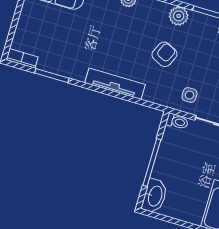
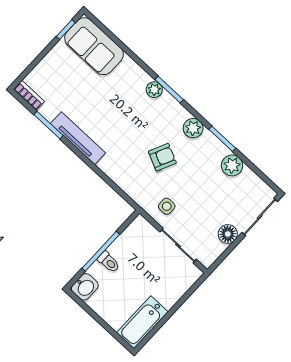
tv unit: (115, 84) -> (78, 138), moved
toilet: (177, 122) -> (109, 262), moved
washbasin: (155, 196) -> (85, 287), width x0.72

